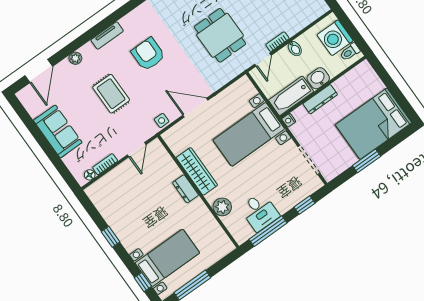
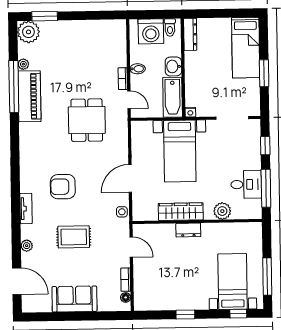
dining table: (220, 35) -> (87, 120), turned 90
dresser: (320, 99) -> (190, 34), moved
bed: (374, 124) -> (246, 48), width x0.67

